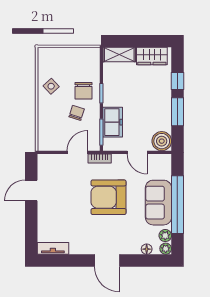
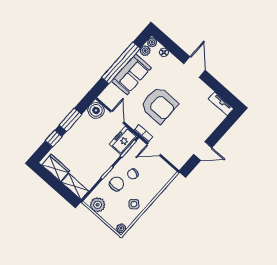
plant: (43, 54) -> (121, 228), added
plant: (84, 56) -> (98, 205), added
freezer: (113, 122) -> (123, 140), moved

